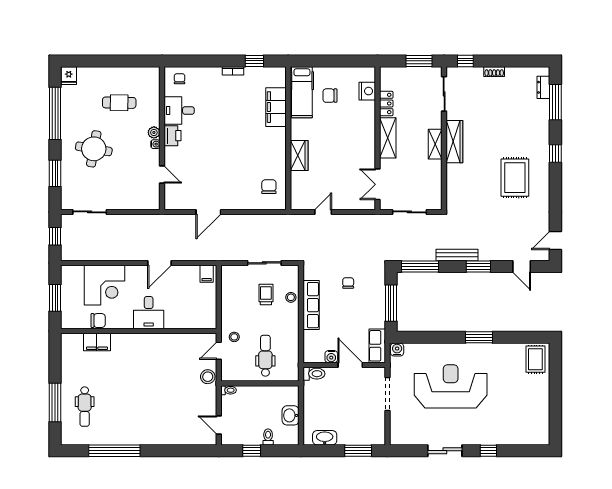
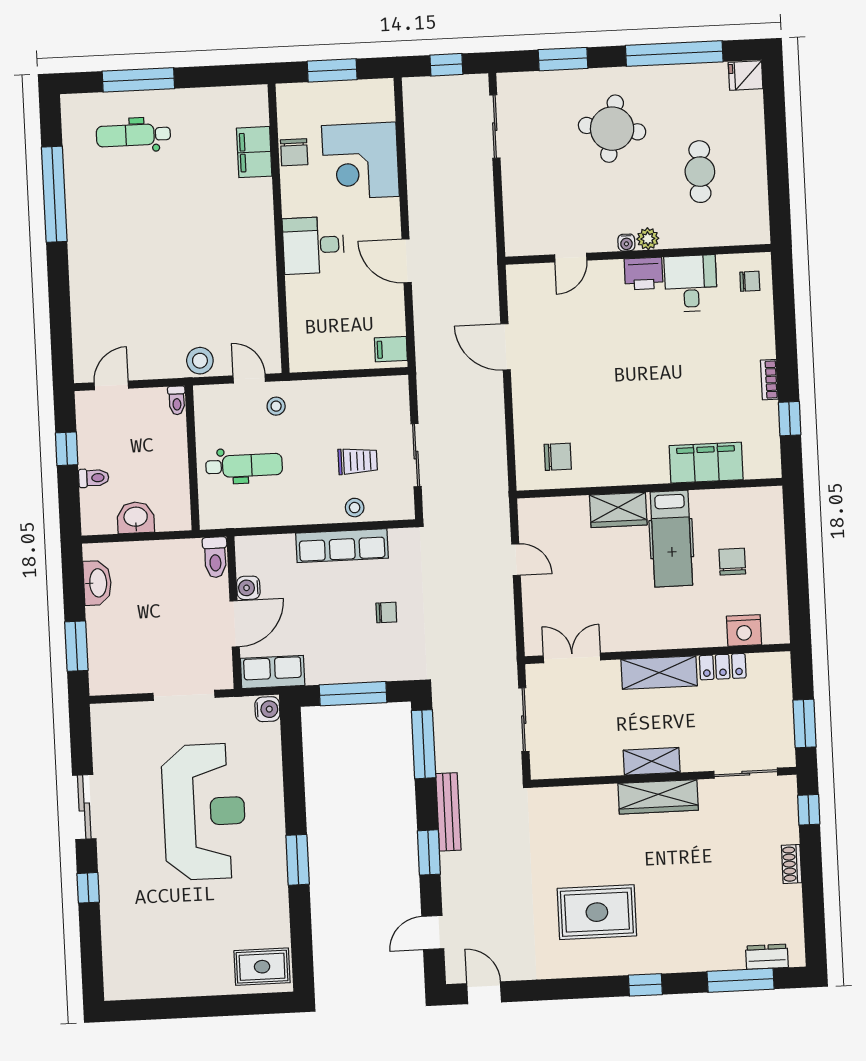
hospital bed: (302, 92) -> (671, 539), moved, turned -90

